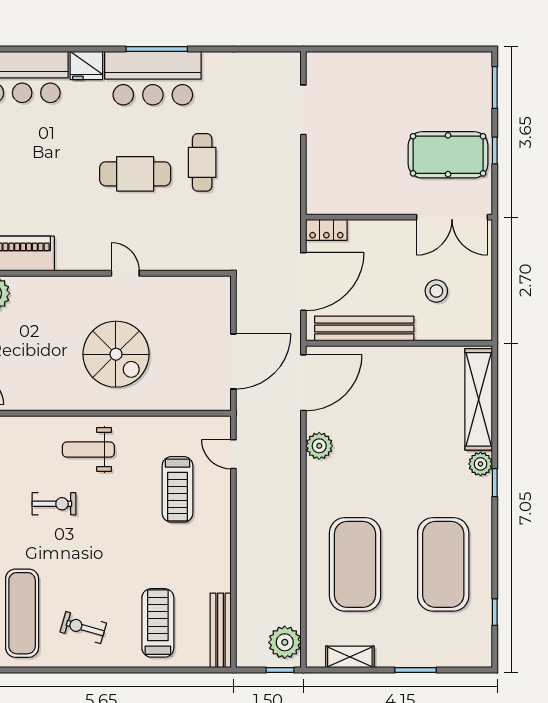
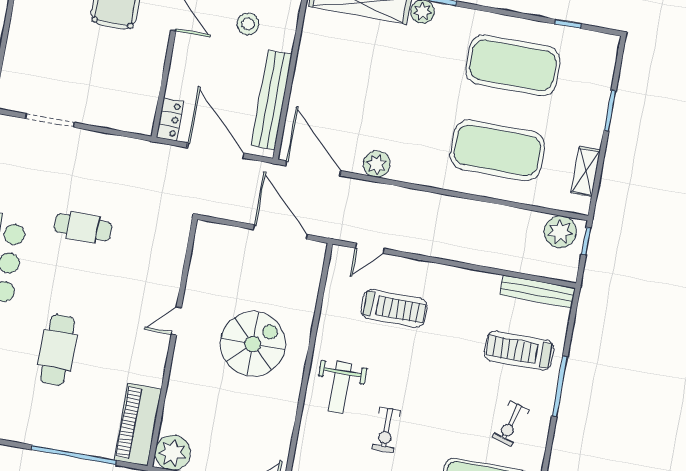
cafe table: (135, 174) -> (57, 350), moved
exercise bike: (54, 504) -> (386, 430), turned 180
window: (129, 670) -> (560, 386), added

